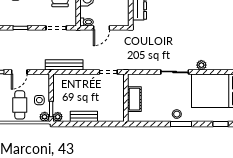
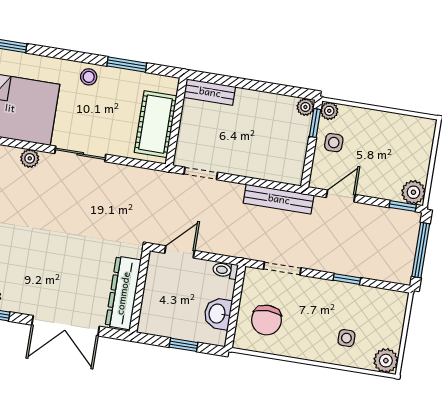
door: (102, 28) -> (180, 252), moved
door: (19, 72) -> (341, 196), moved
cot: (134, 99) -> (156, 124), width x1.37, depth x1.34
cafe table: (20, 105) -> (371, 139), removed
bench: (84, 116) -> (210, 92), moved
window: (181, 124) -> (127, 65), moved

